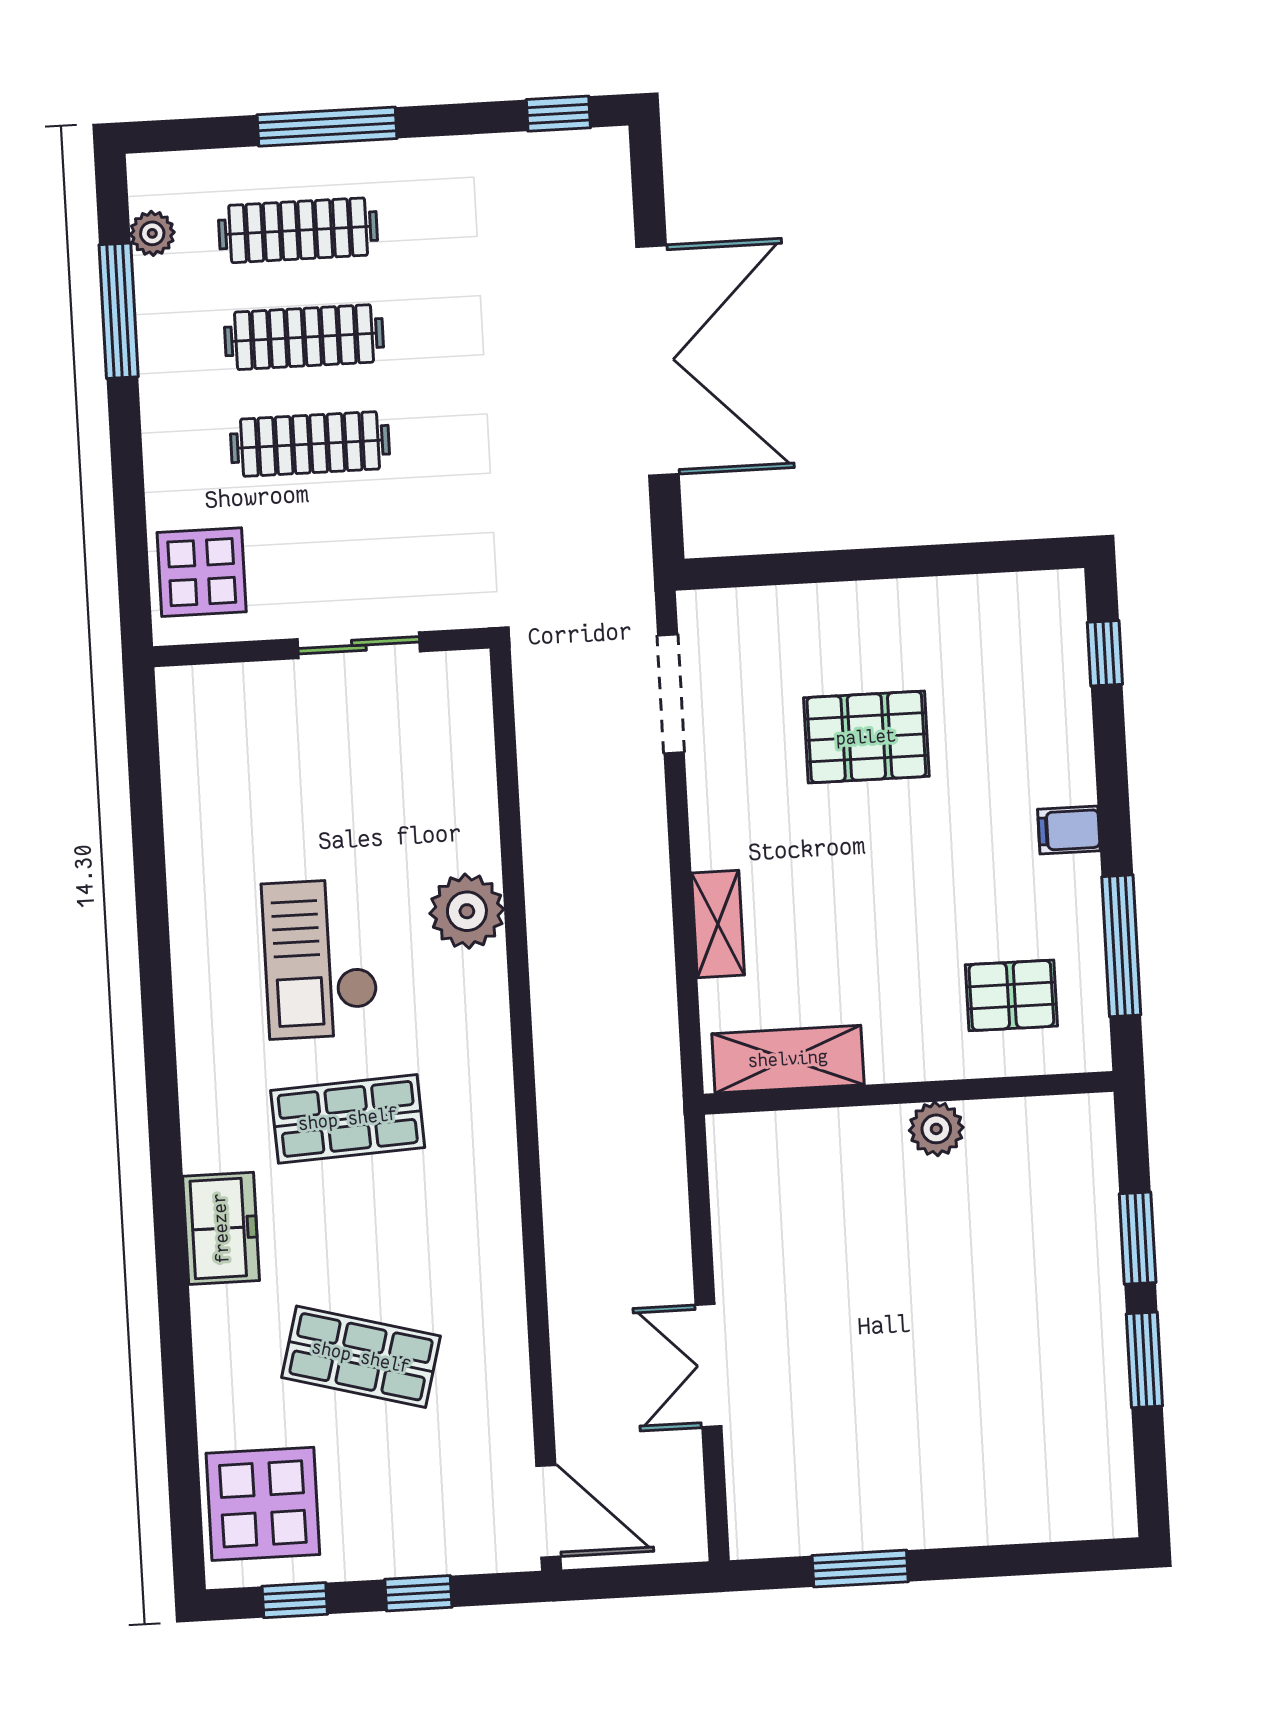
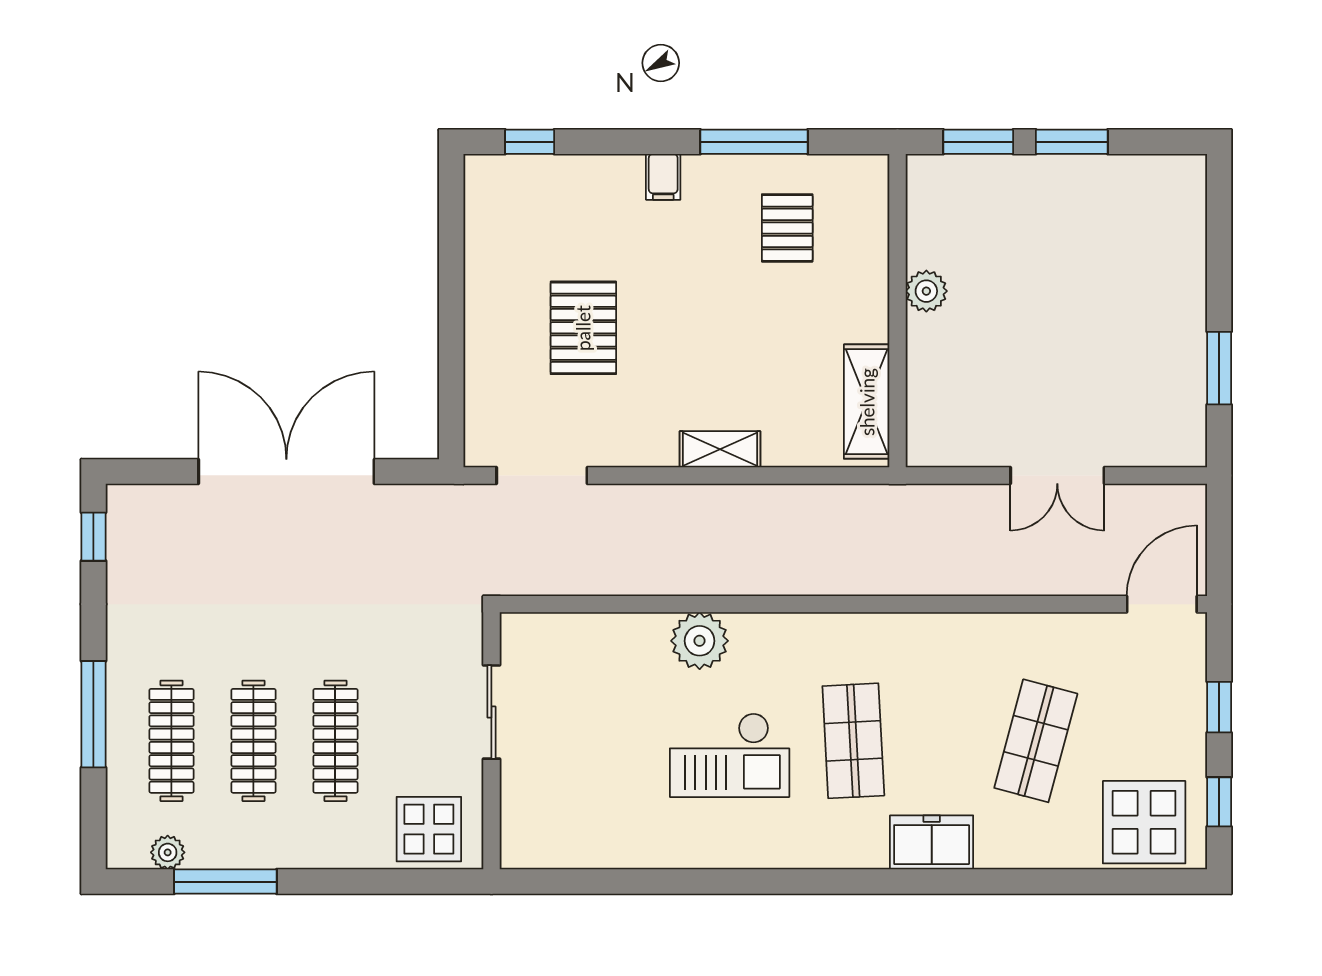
shelving: (788, 1059) -> (867, 402), moved
wall: (909, 1093) -> (898, 311), moved
plant: (936, 1129) -> (926, 291), moved

